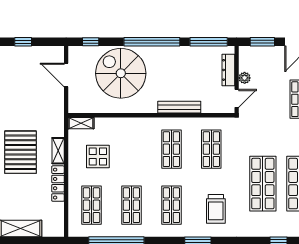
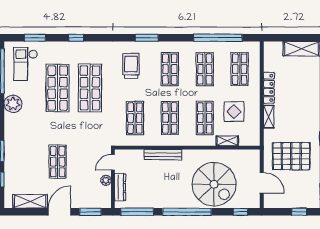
shelving: (81, 123) -> (227, 141), moved
shop shelf: (131, 149) -> (205, 118), added
pallet: (21, 152) -> (291, 156), moved, turned 90

